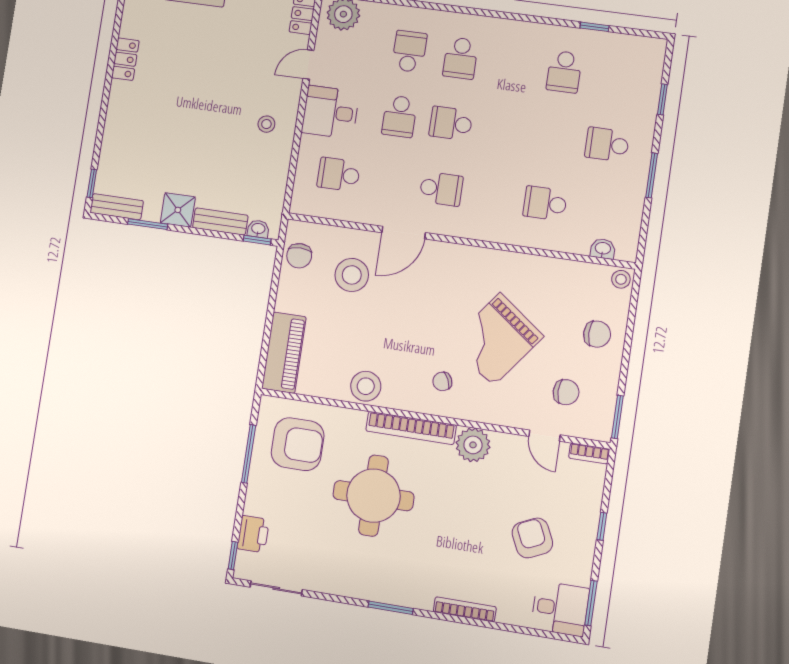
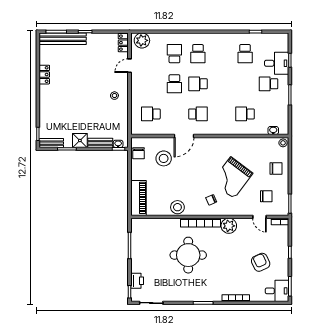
desk: (330, 112) -> (277, 63), moved, turned 180
armchair: (298, 444) -> (151, 238), removed

